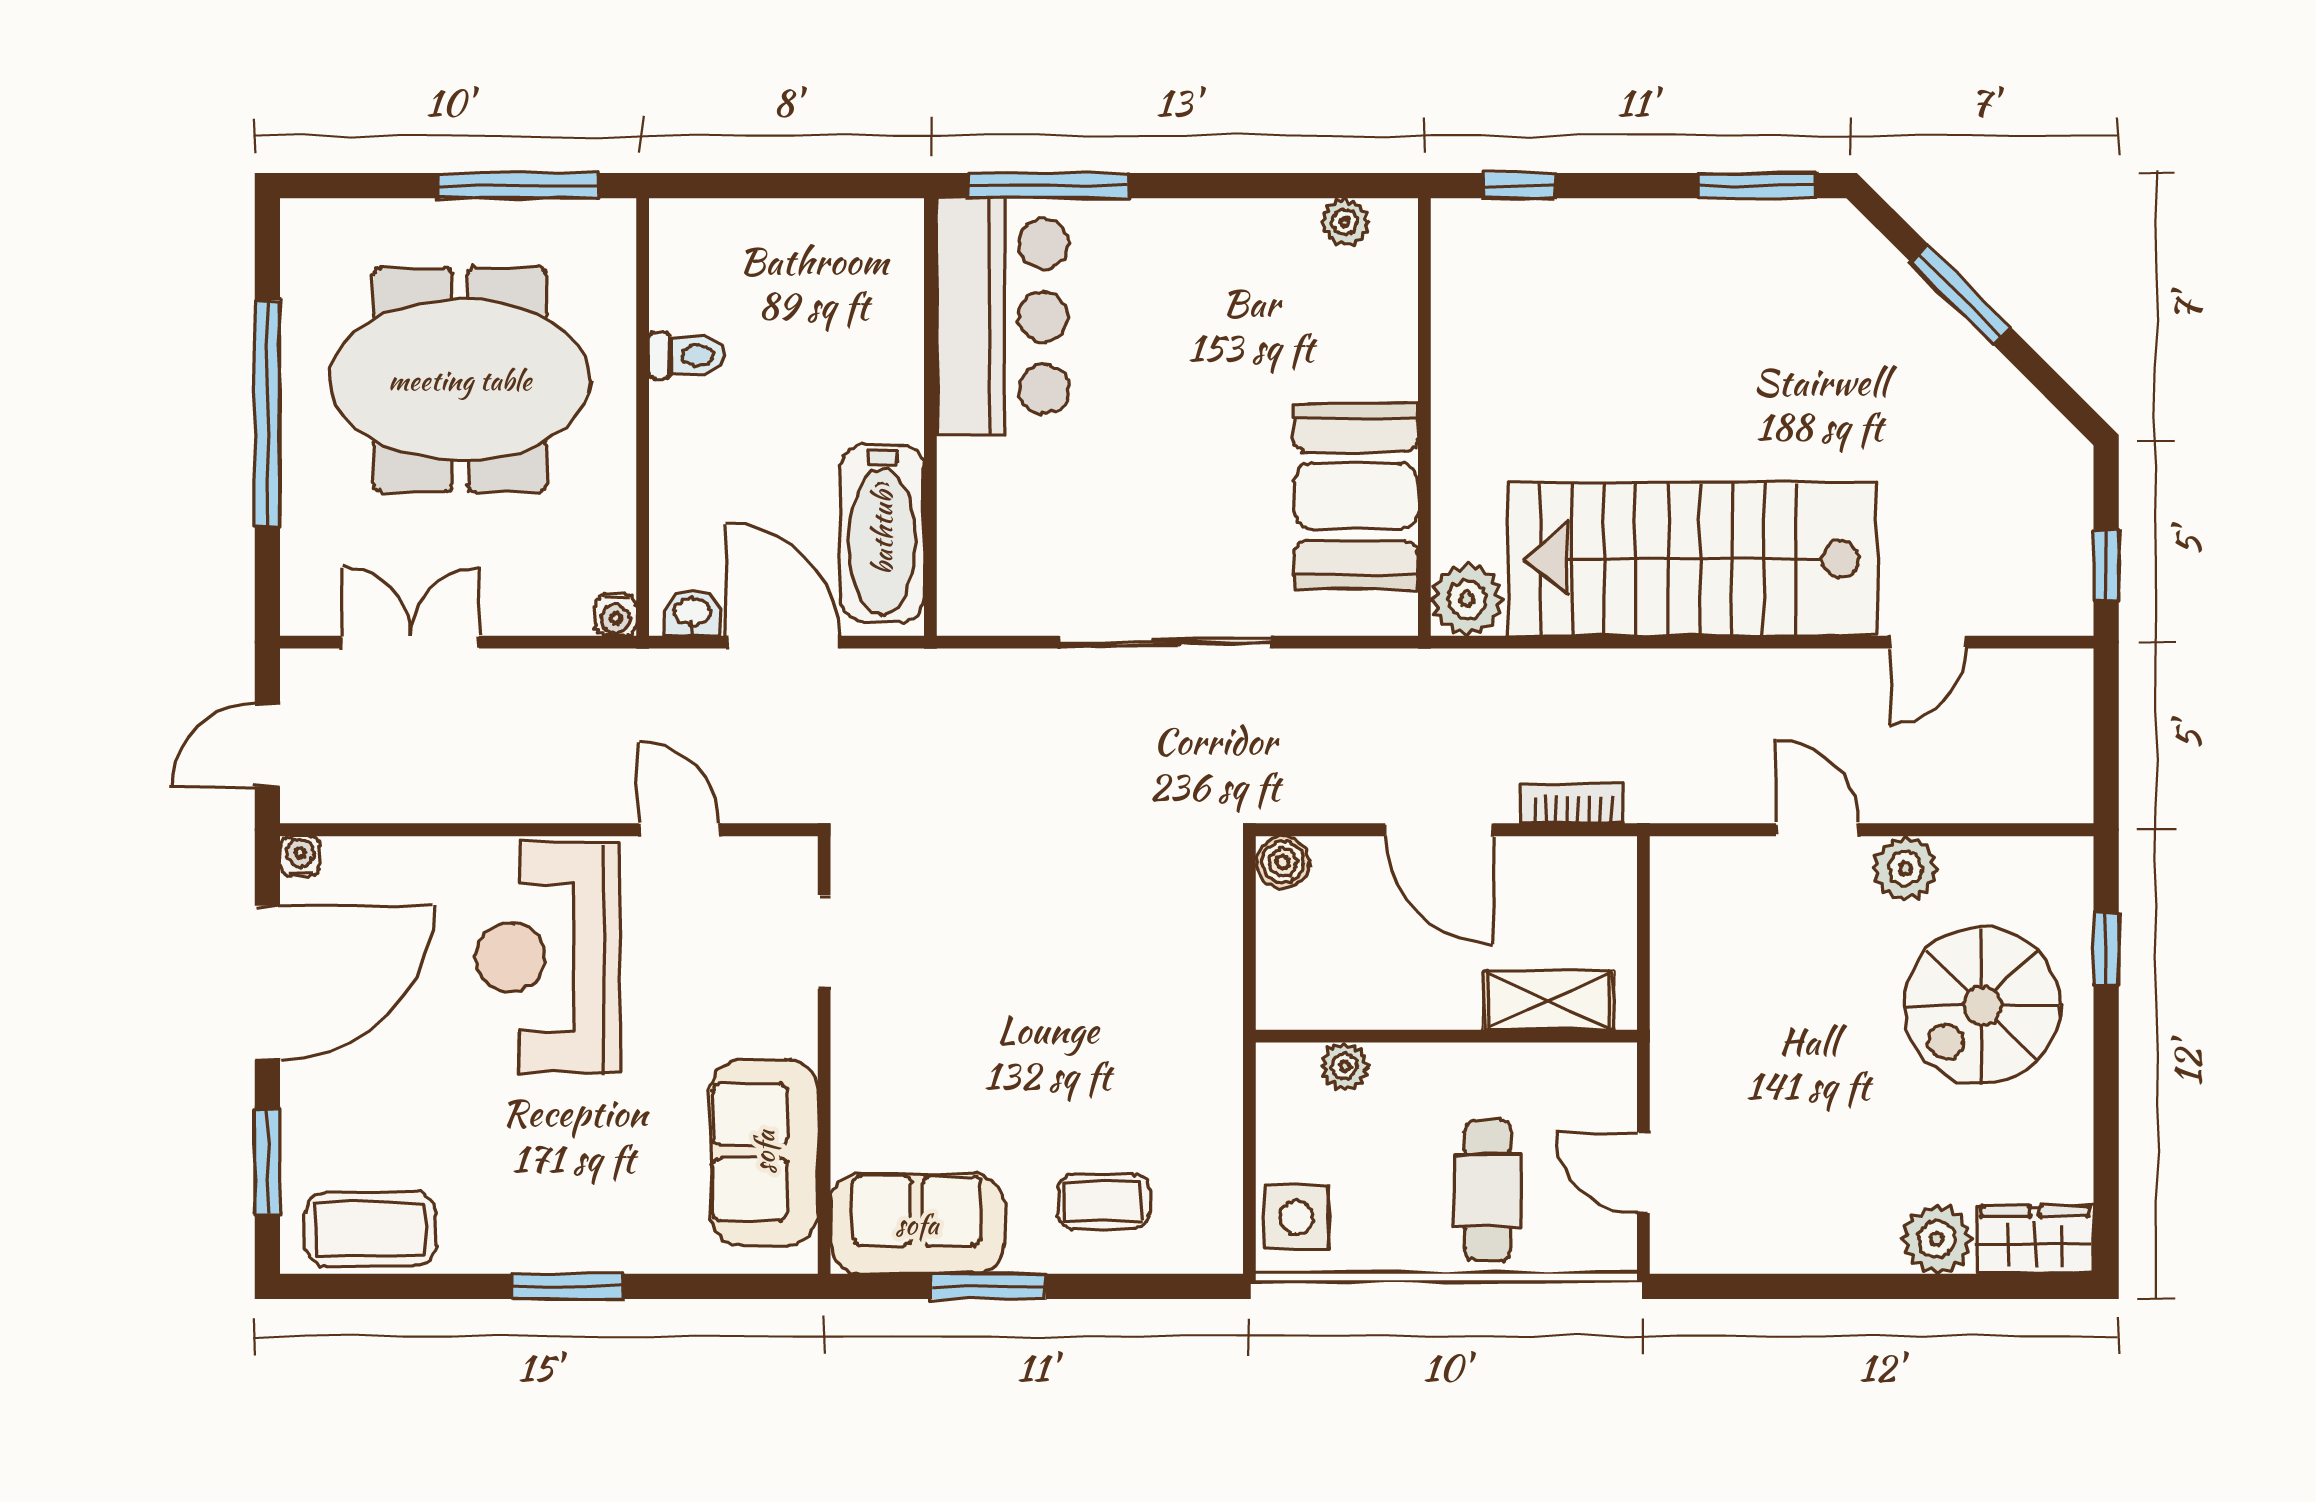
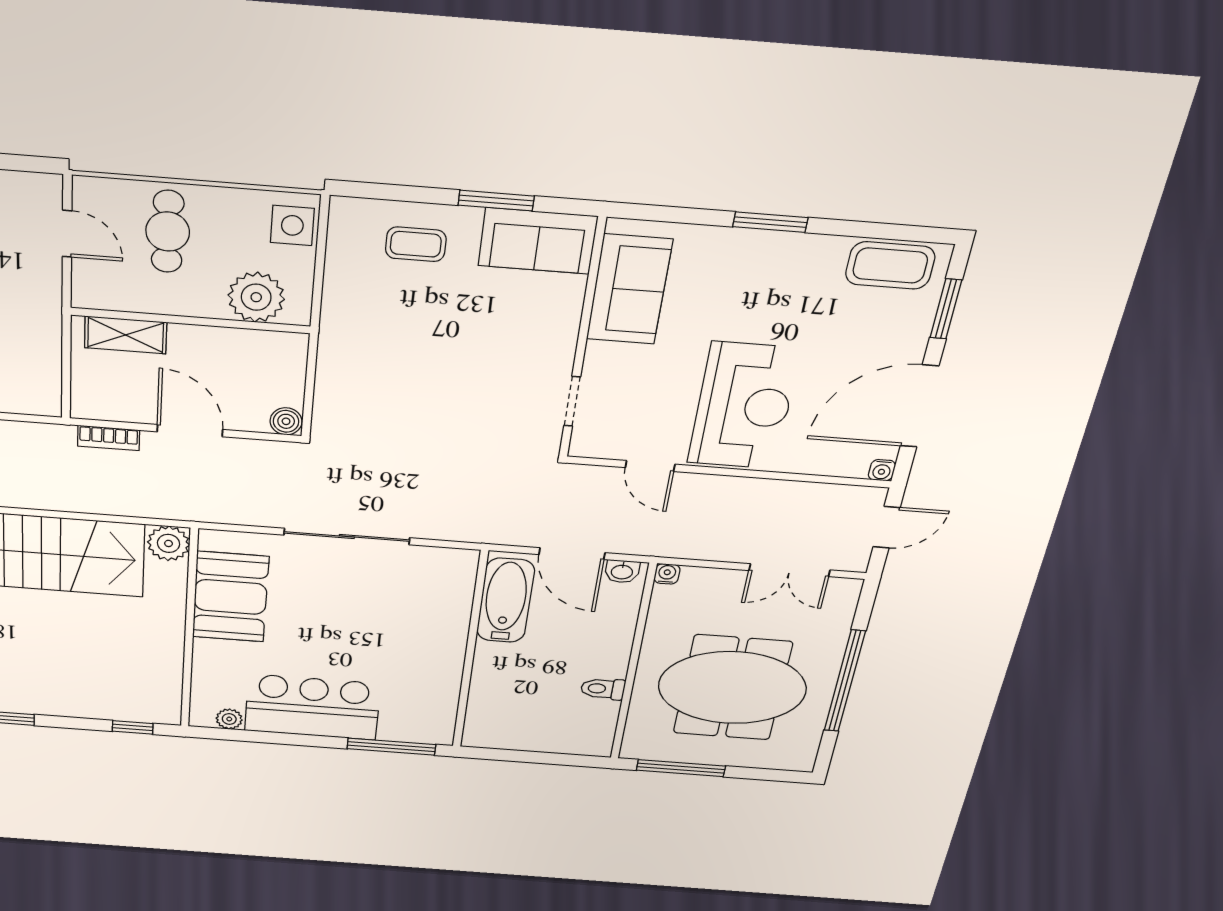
bar counter: (1003, 317) -> (312, 707), moved, turned 90
plant: (1345, 1066) -> (256, 297), width x1.87, depth x1.87

